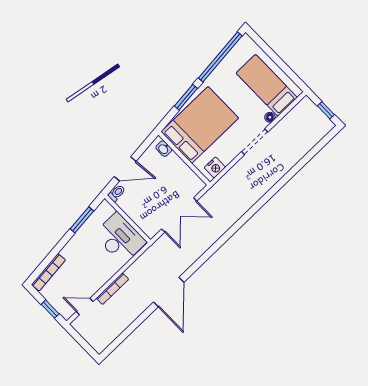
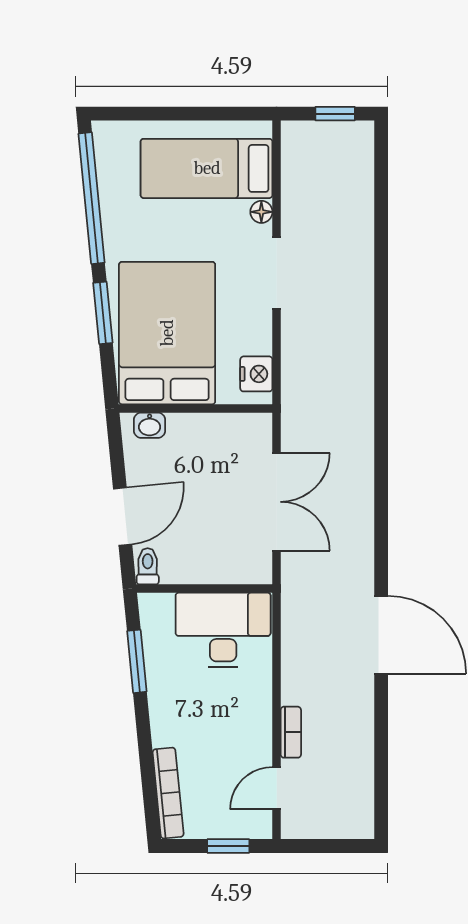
bookcase: (112, 289) -> (291, 732), width x0.64

